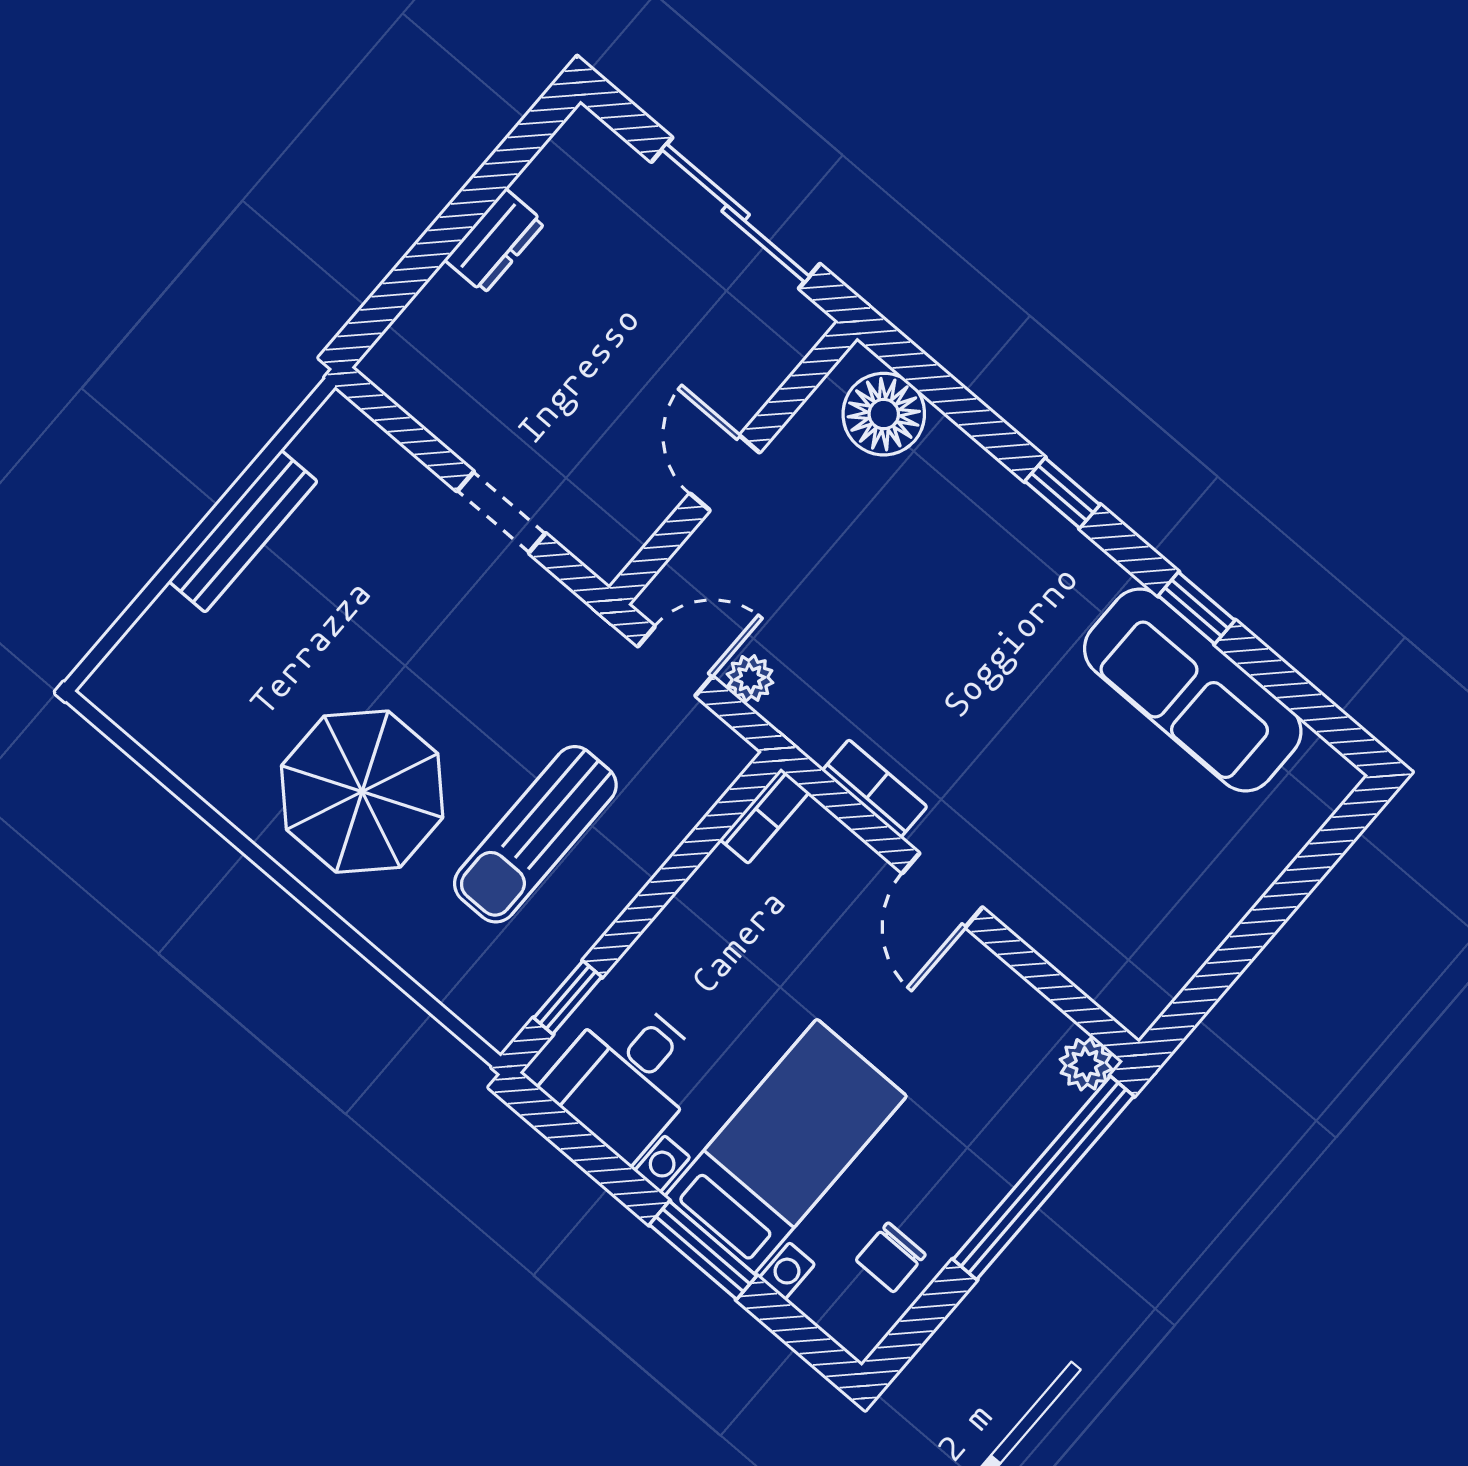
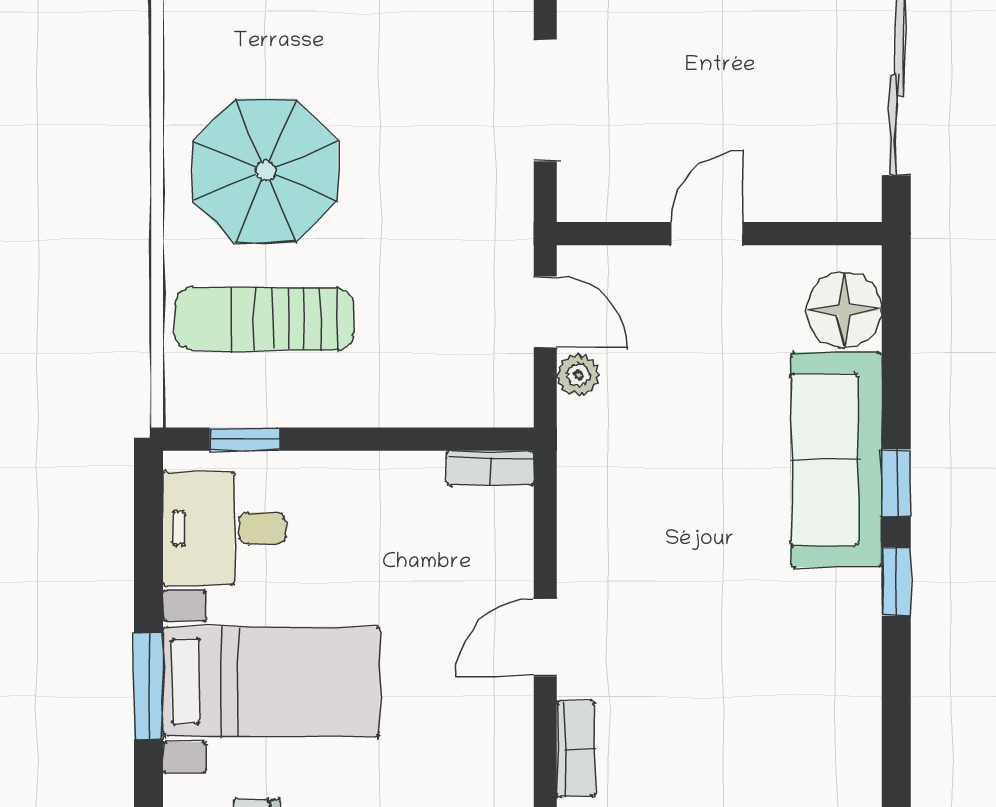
doorway: (501, 512) -> (545, 100), width x1.38
window: (1197, 608) -> (896, 581), moved
sofa: (1193, 690) -> (836, 460), moved
bookcase: (875, 789) -> (576, 749), moved
sun lounger: (535, 834) -> (264, 319), moved

